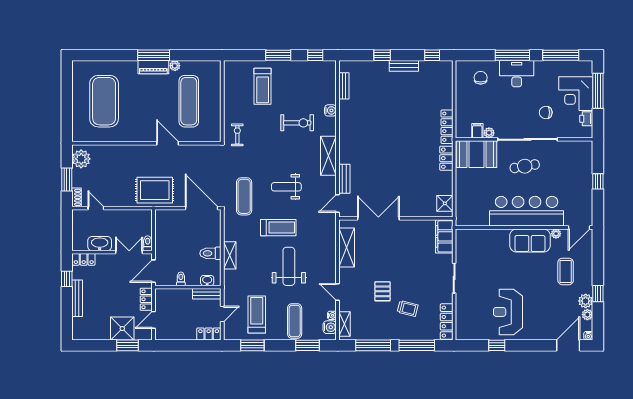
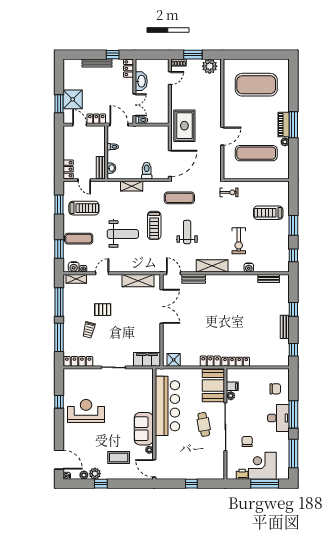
bar counter: (527, 211) -> (167, 406), moved
toilet: (210, 253) -> (147, 171), moved

